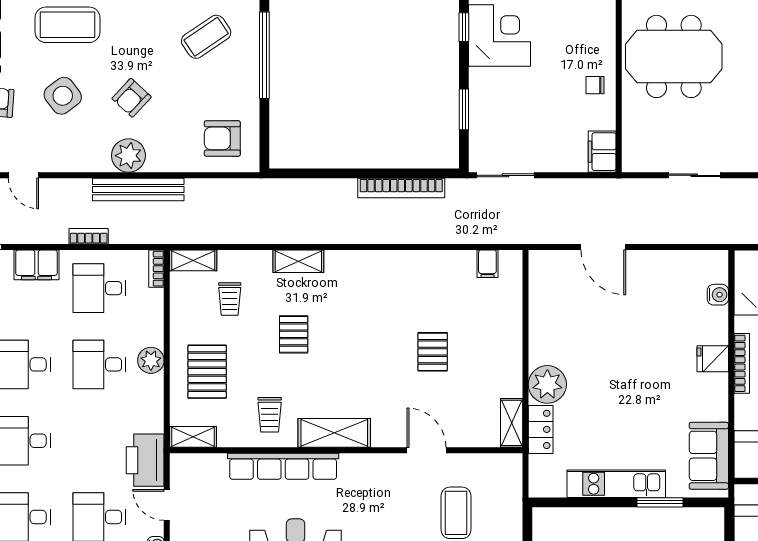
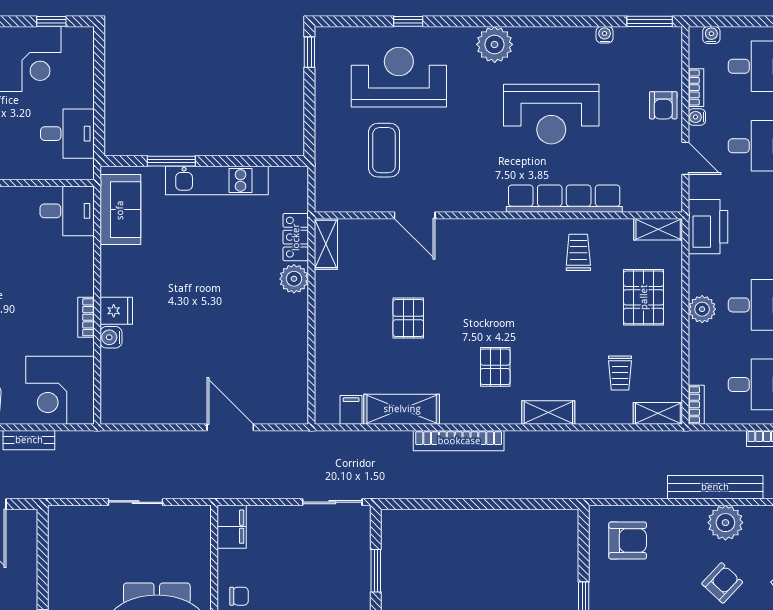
bookcase: (401, 188) -> (459, 441), moved, turned 180
water cooler: (718, 295) -> (111, 337), moved
trolley: (230, 299) -> (620, 373), turned 180
pallet: (294, 334) -> (495, 367), moved
bookcase: (742, 363) -> (86, 317), width x0.64
plant: (547, 384) -> (294, 279), width x0.73, depth x0.73
shelving: (334, 433) -> (402, 409), moved
printer: (145, 460) -> (708, 227), moved

